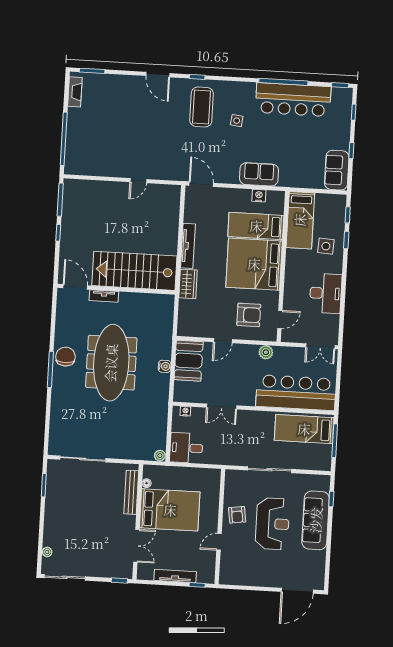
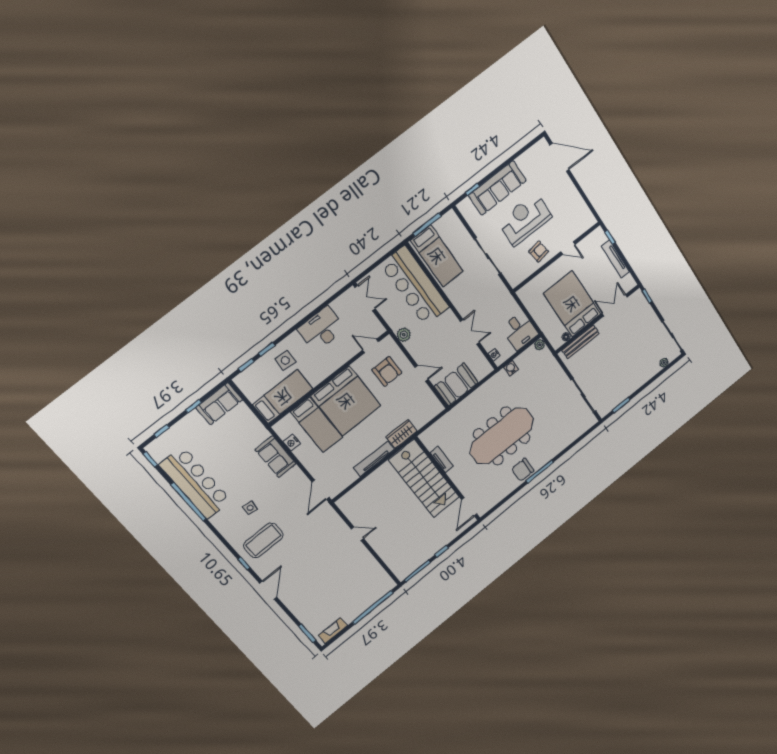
tv unit: (104, 296) -> (442, 459), moved
armchair: (249, 315) -> (387, 371), turned 180
water cooler: (165, 366) -> (511, 368), moved

